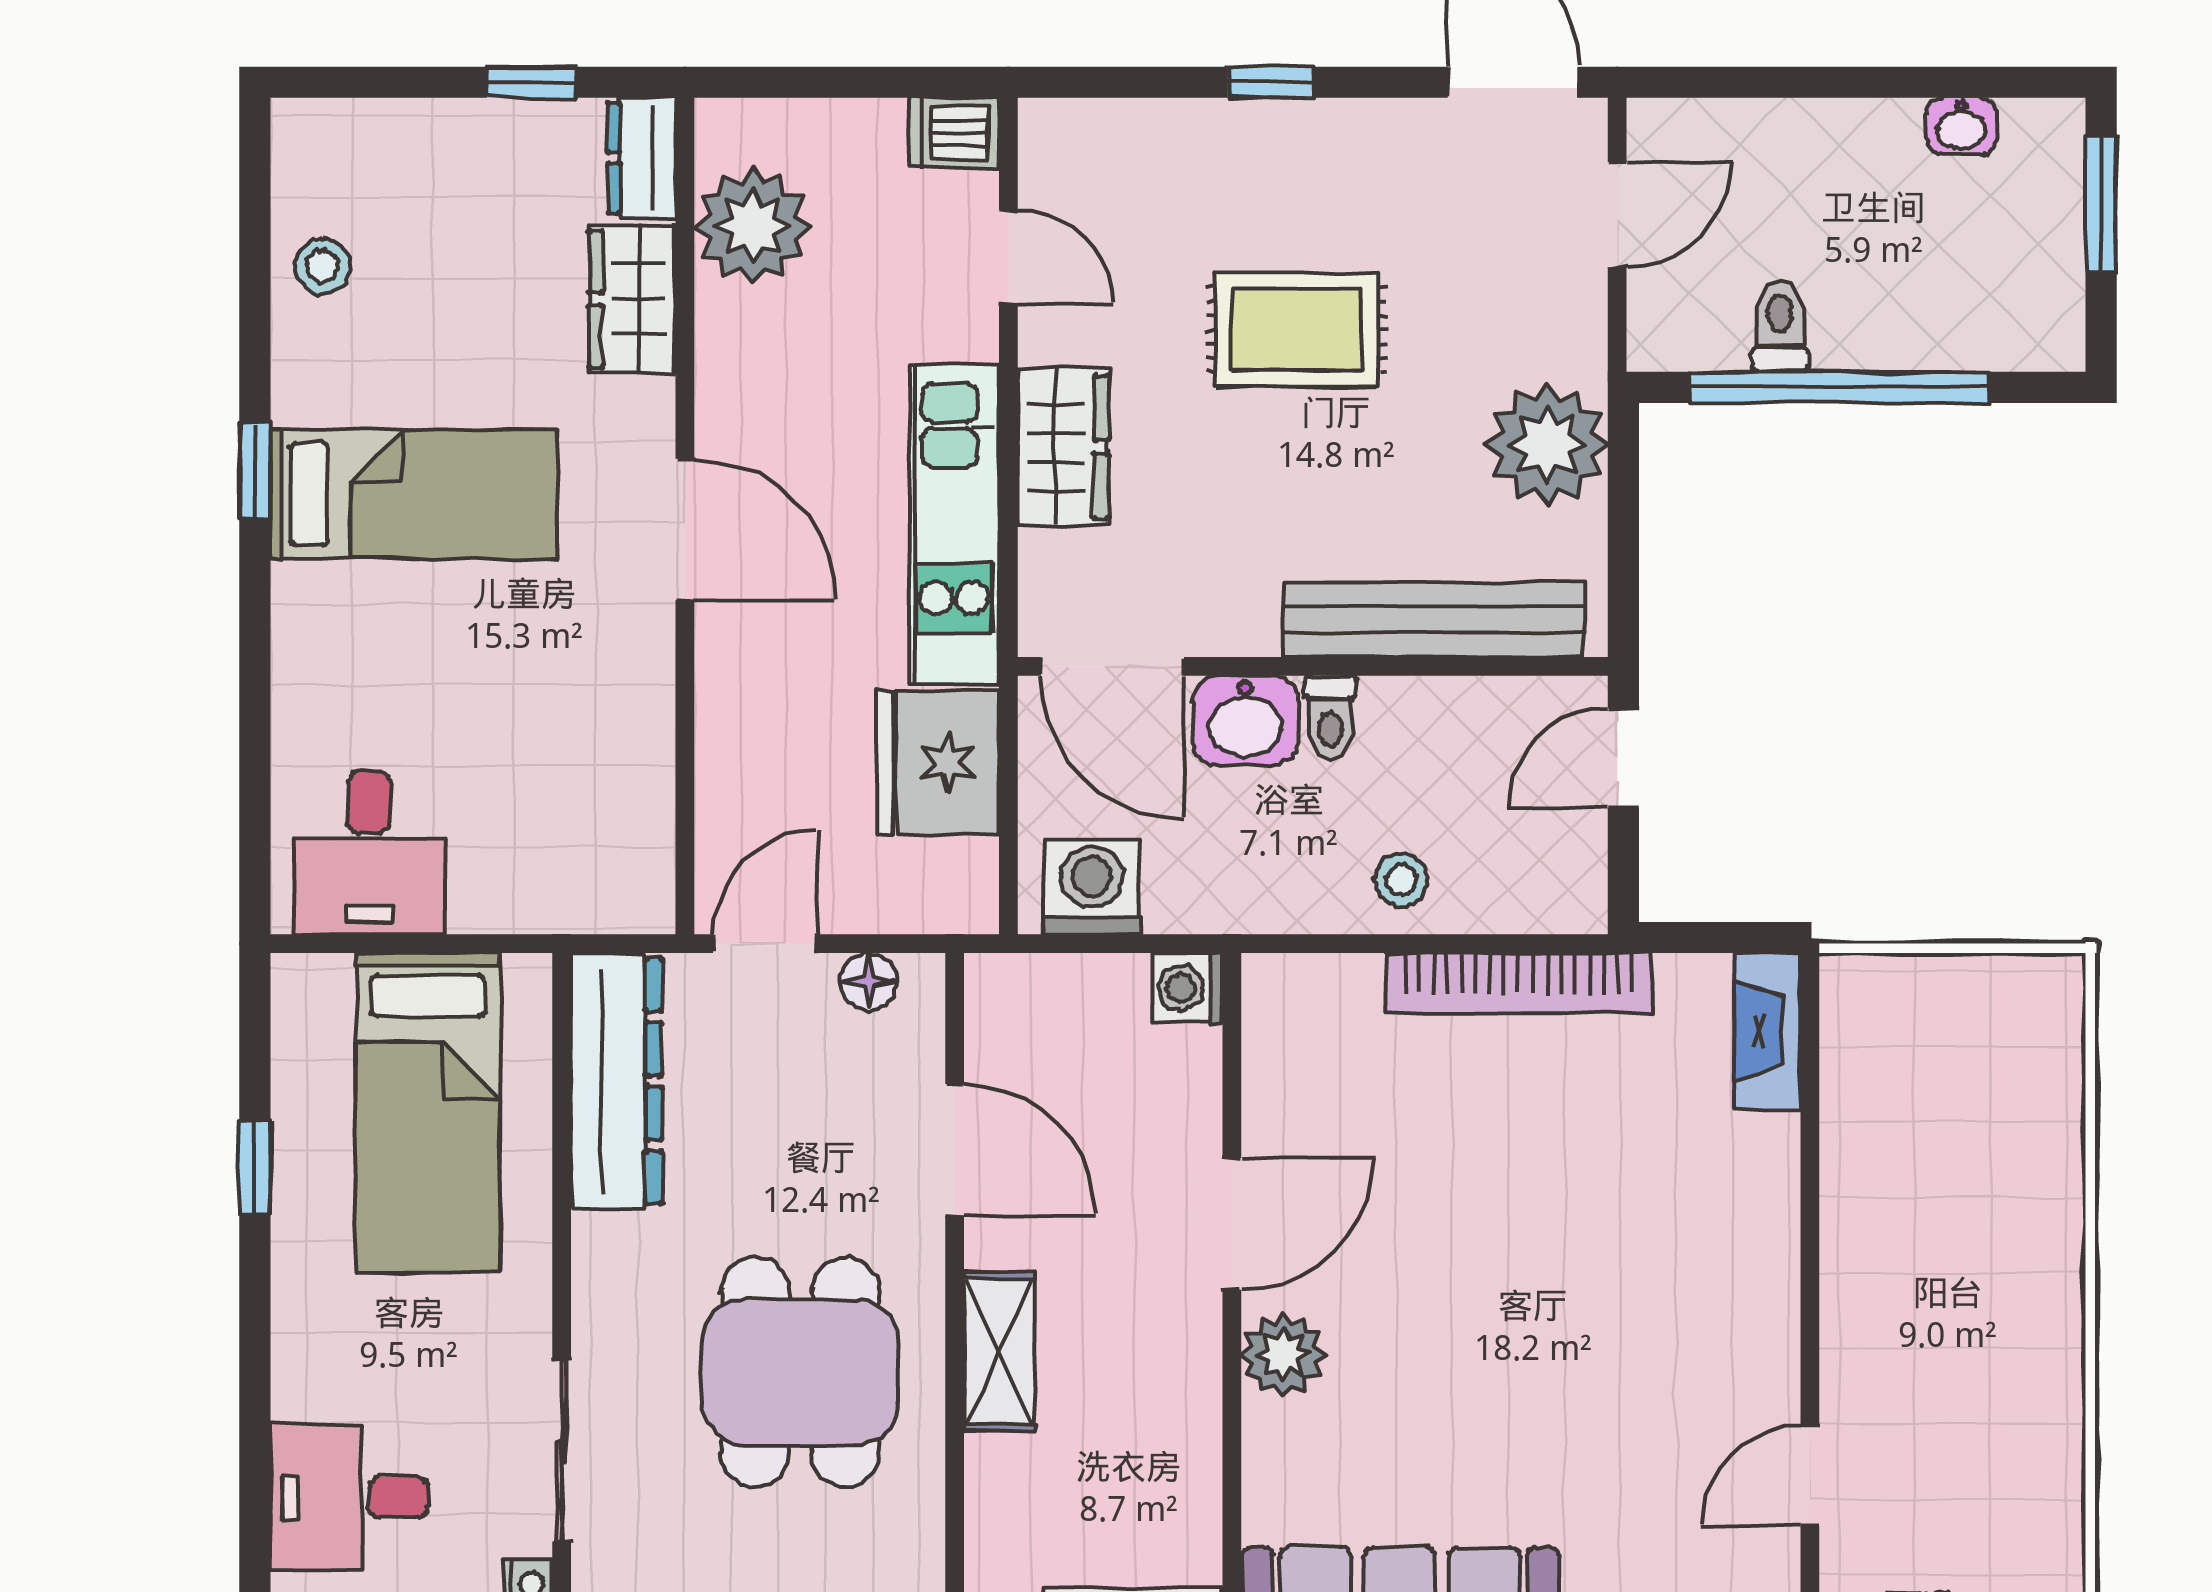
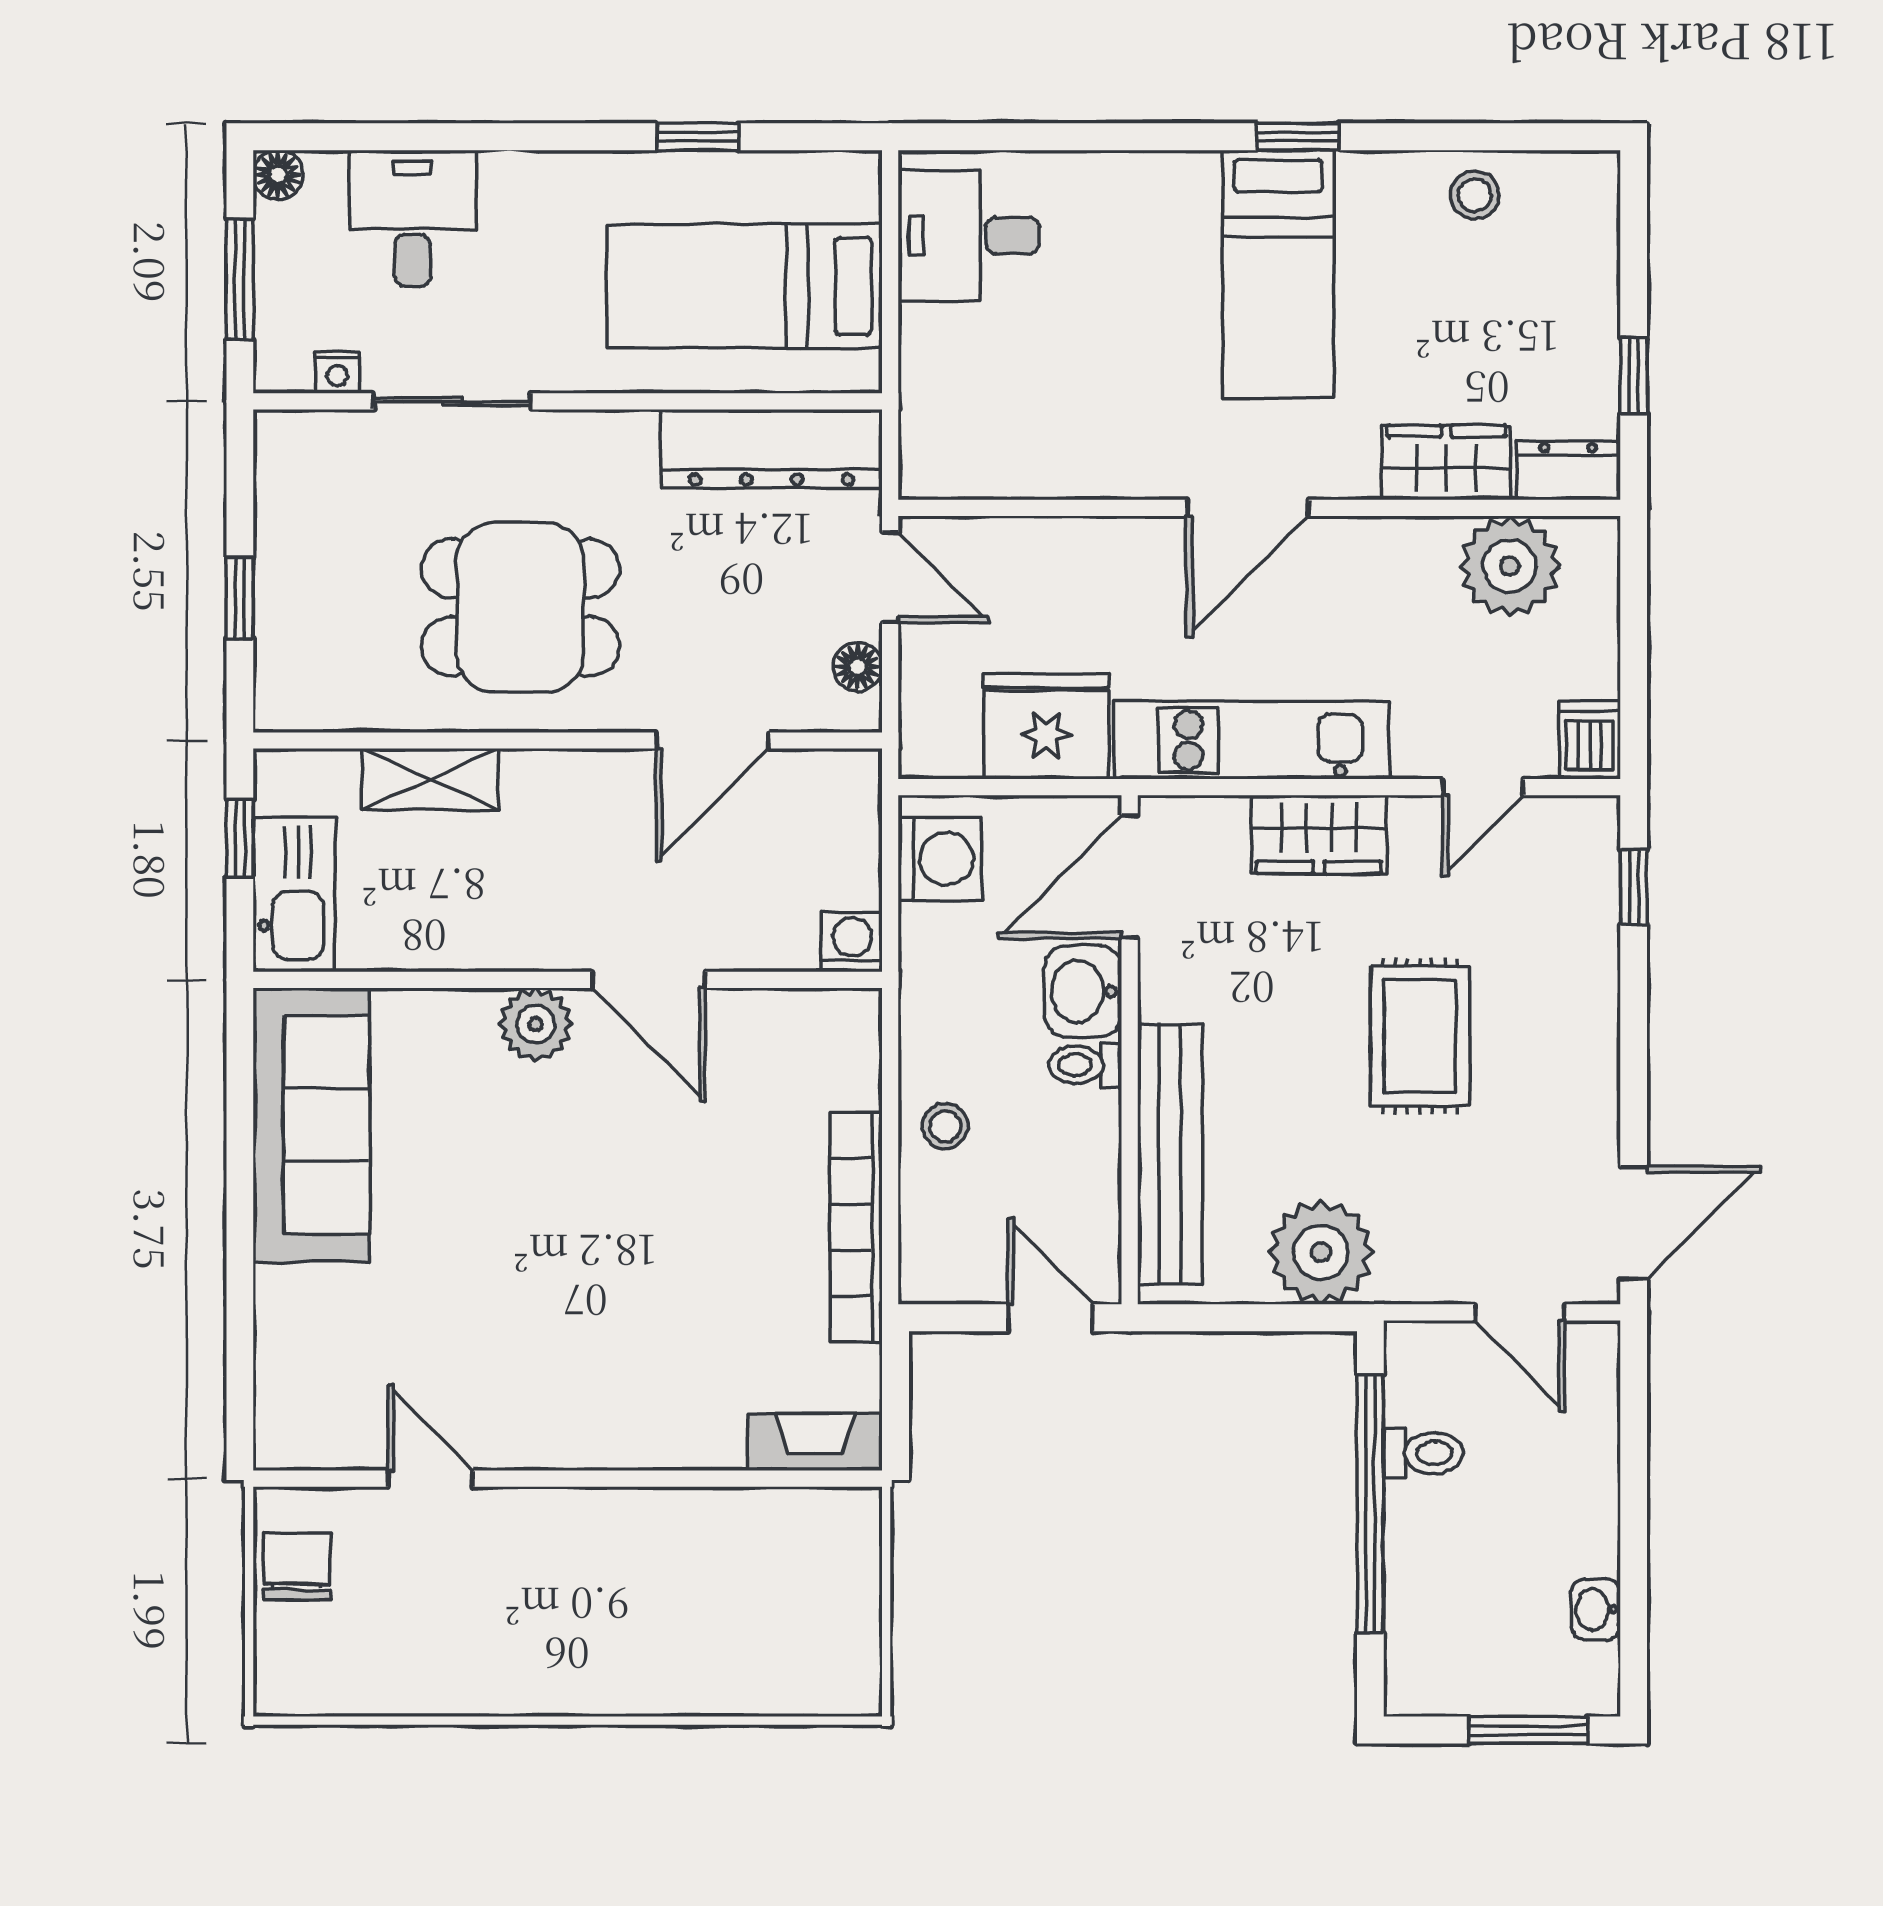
window: (1271, 82) -> (1634, 887), moved
shelving: (999, 1352) -> (430, 779), moved

